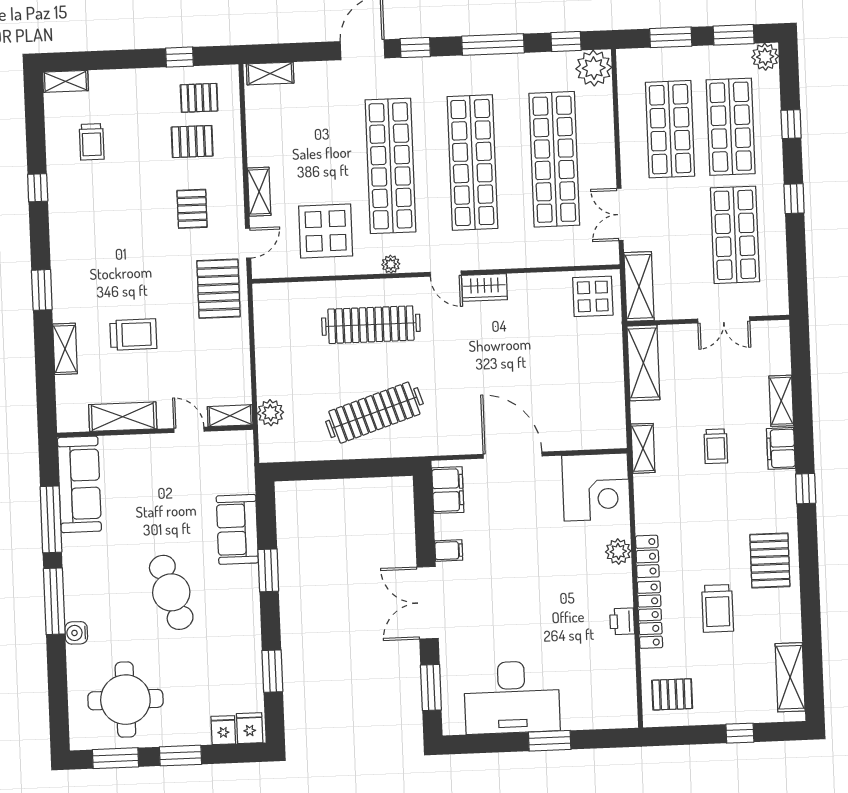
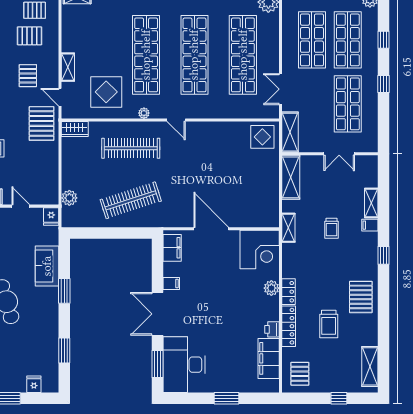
door: (248, 243) -> (60, 97), swing flipped
wardrobe: (484, 288) -> (75, 129), moved
shelving: (230, 416) -> (45, 199), removed
filing cabinet: (781, 448) -> (370, 225), width x0.50
filing cabinet: (618, 671) -> (269, 358), added
pallet: (672, 694) -> (300, 374), turned 90
desk: (512, 697) -> (184, 365), moved, turned 90
fridge: (250, 728) -> (51, 216), moved, turned 180

